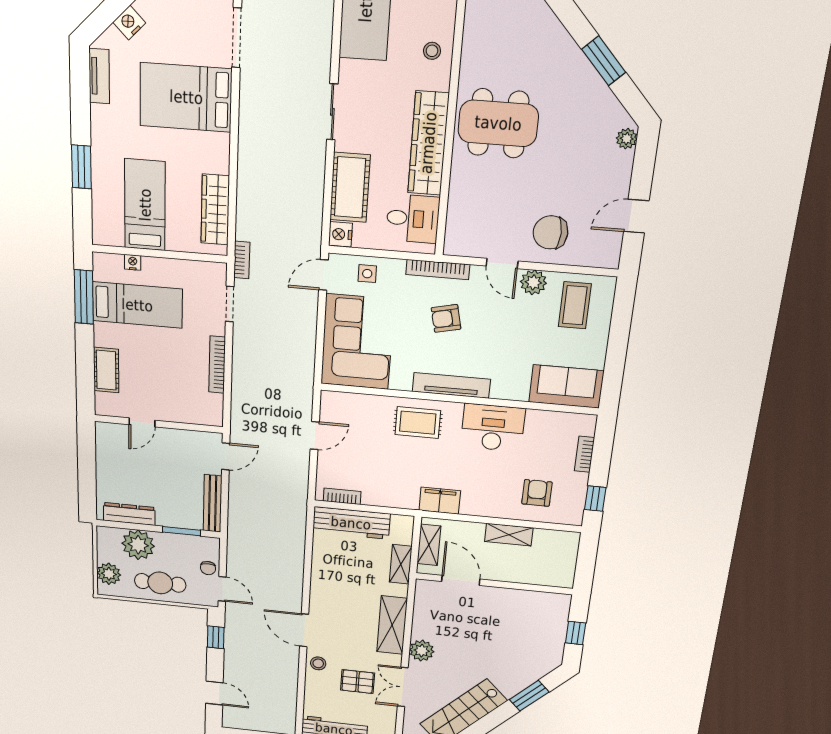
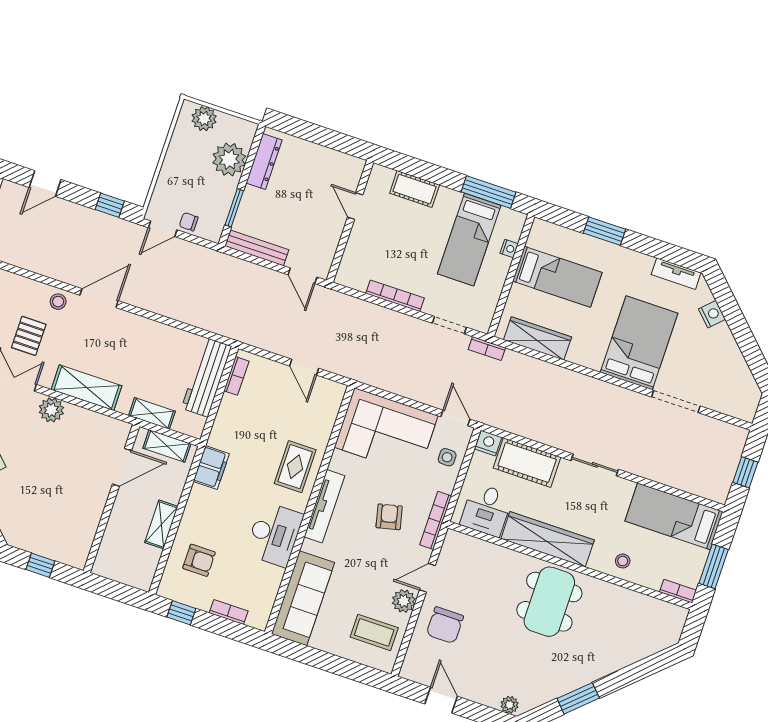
chair: (551, 232) -> (445, 625), turned 180
sofa: (566, 386) -> (303, 598), width x1.36
cafe table: (160, 583) -> (183, 168), removed

